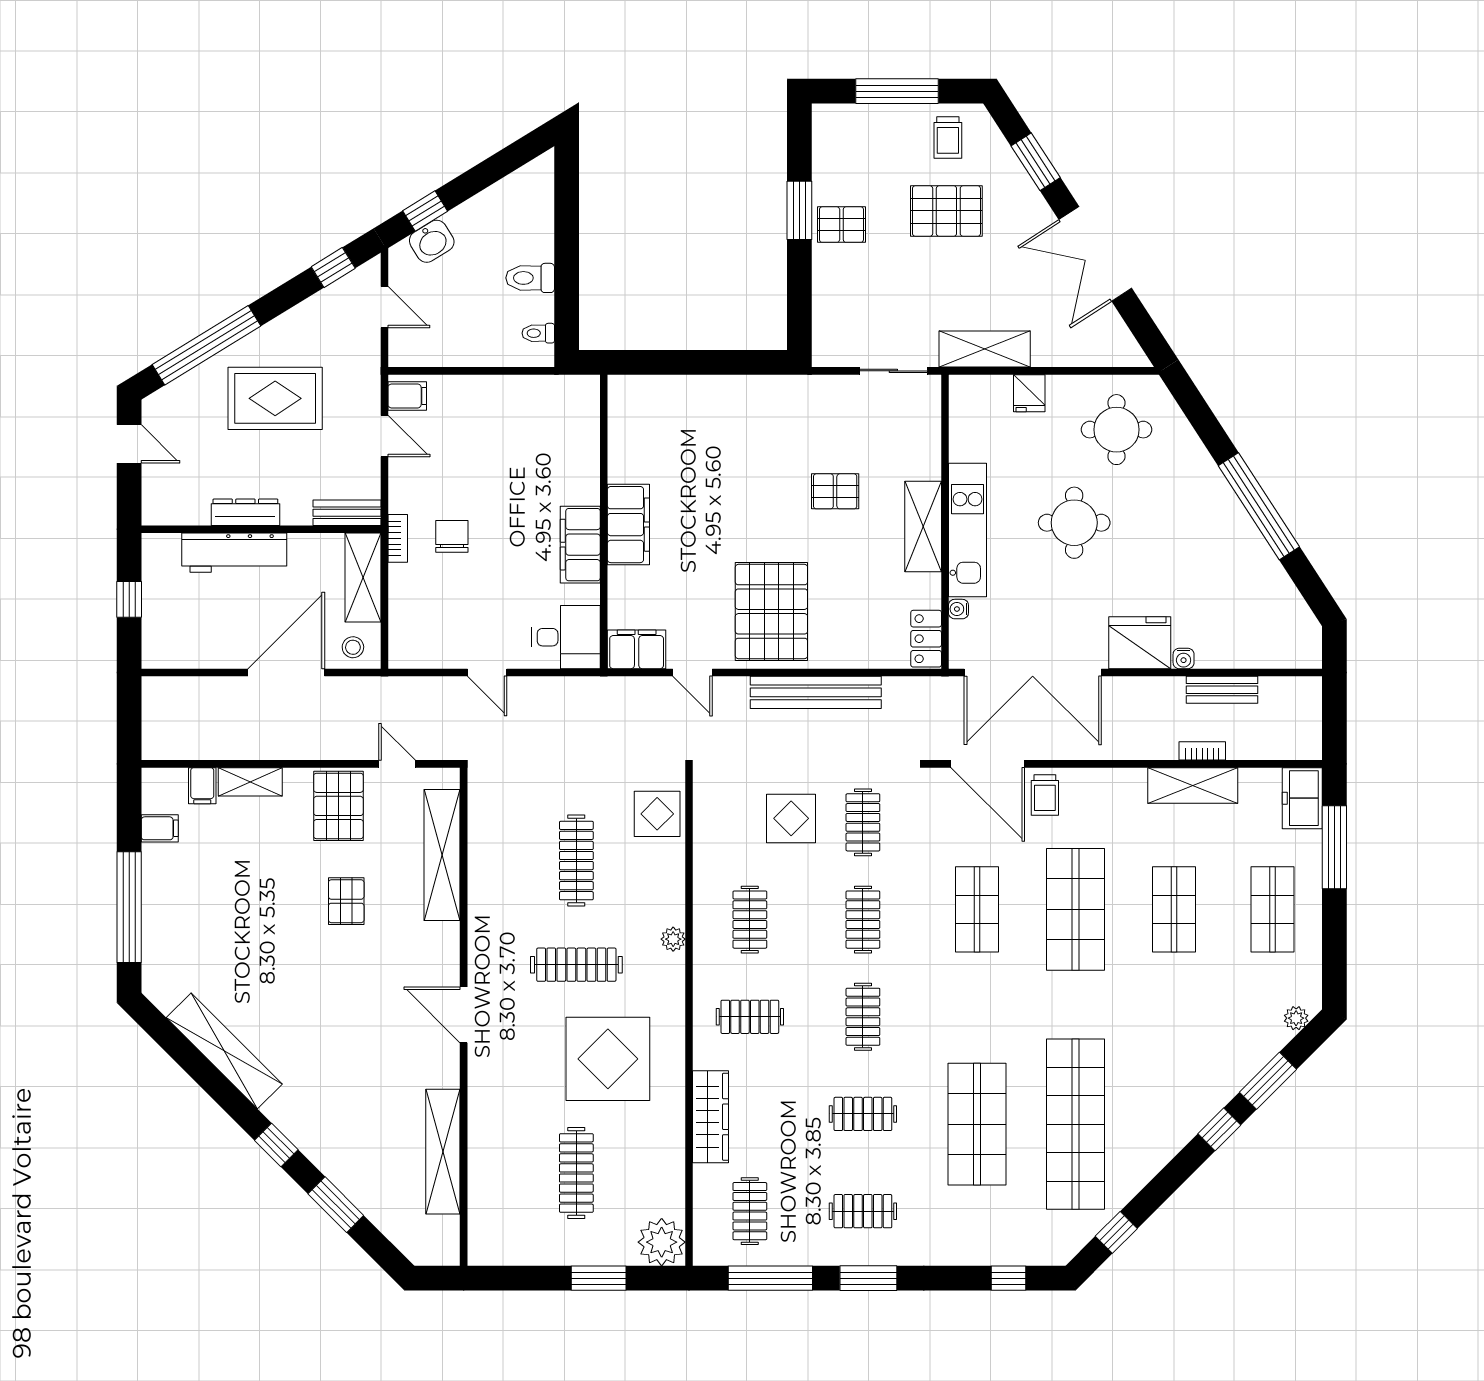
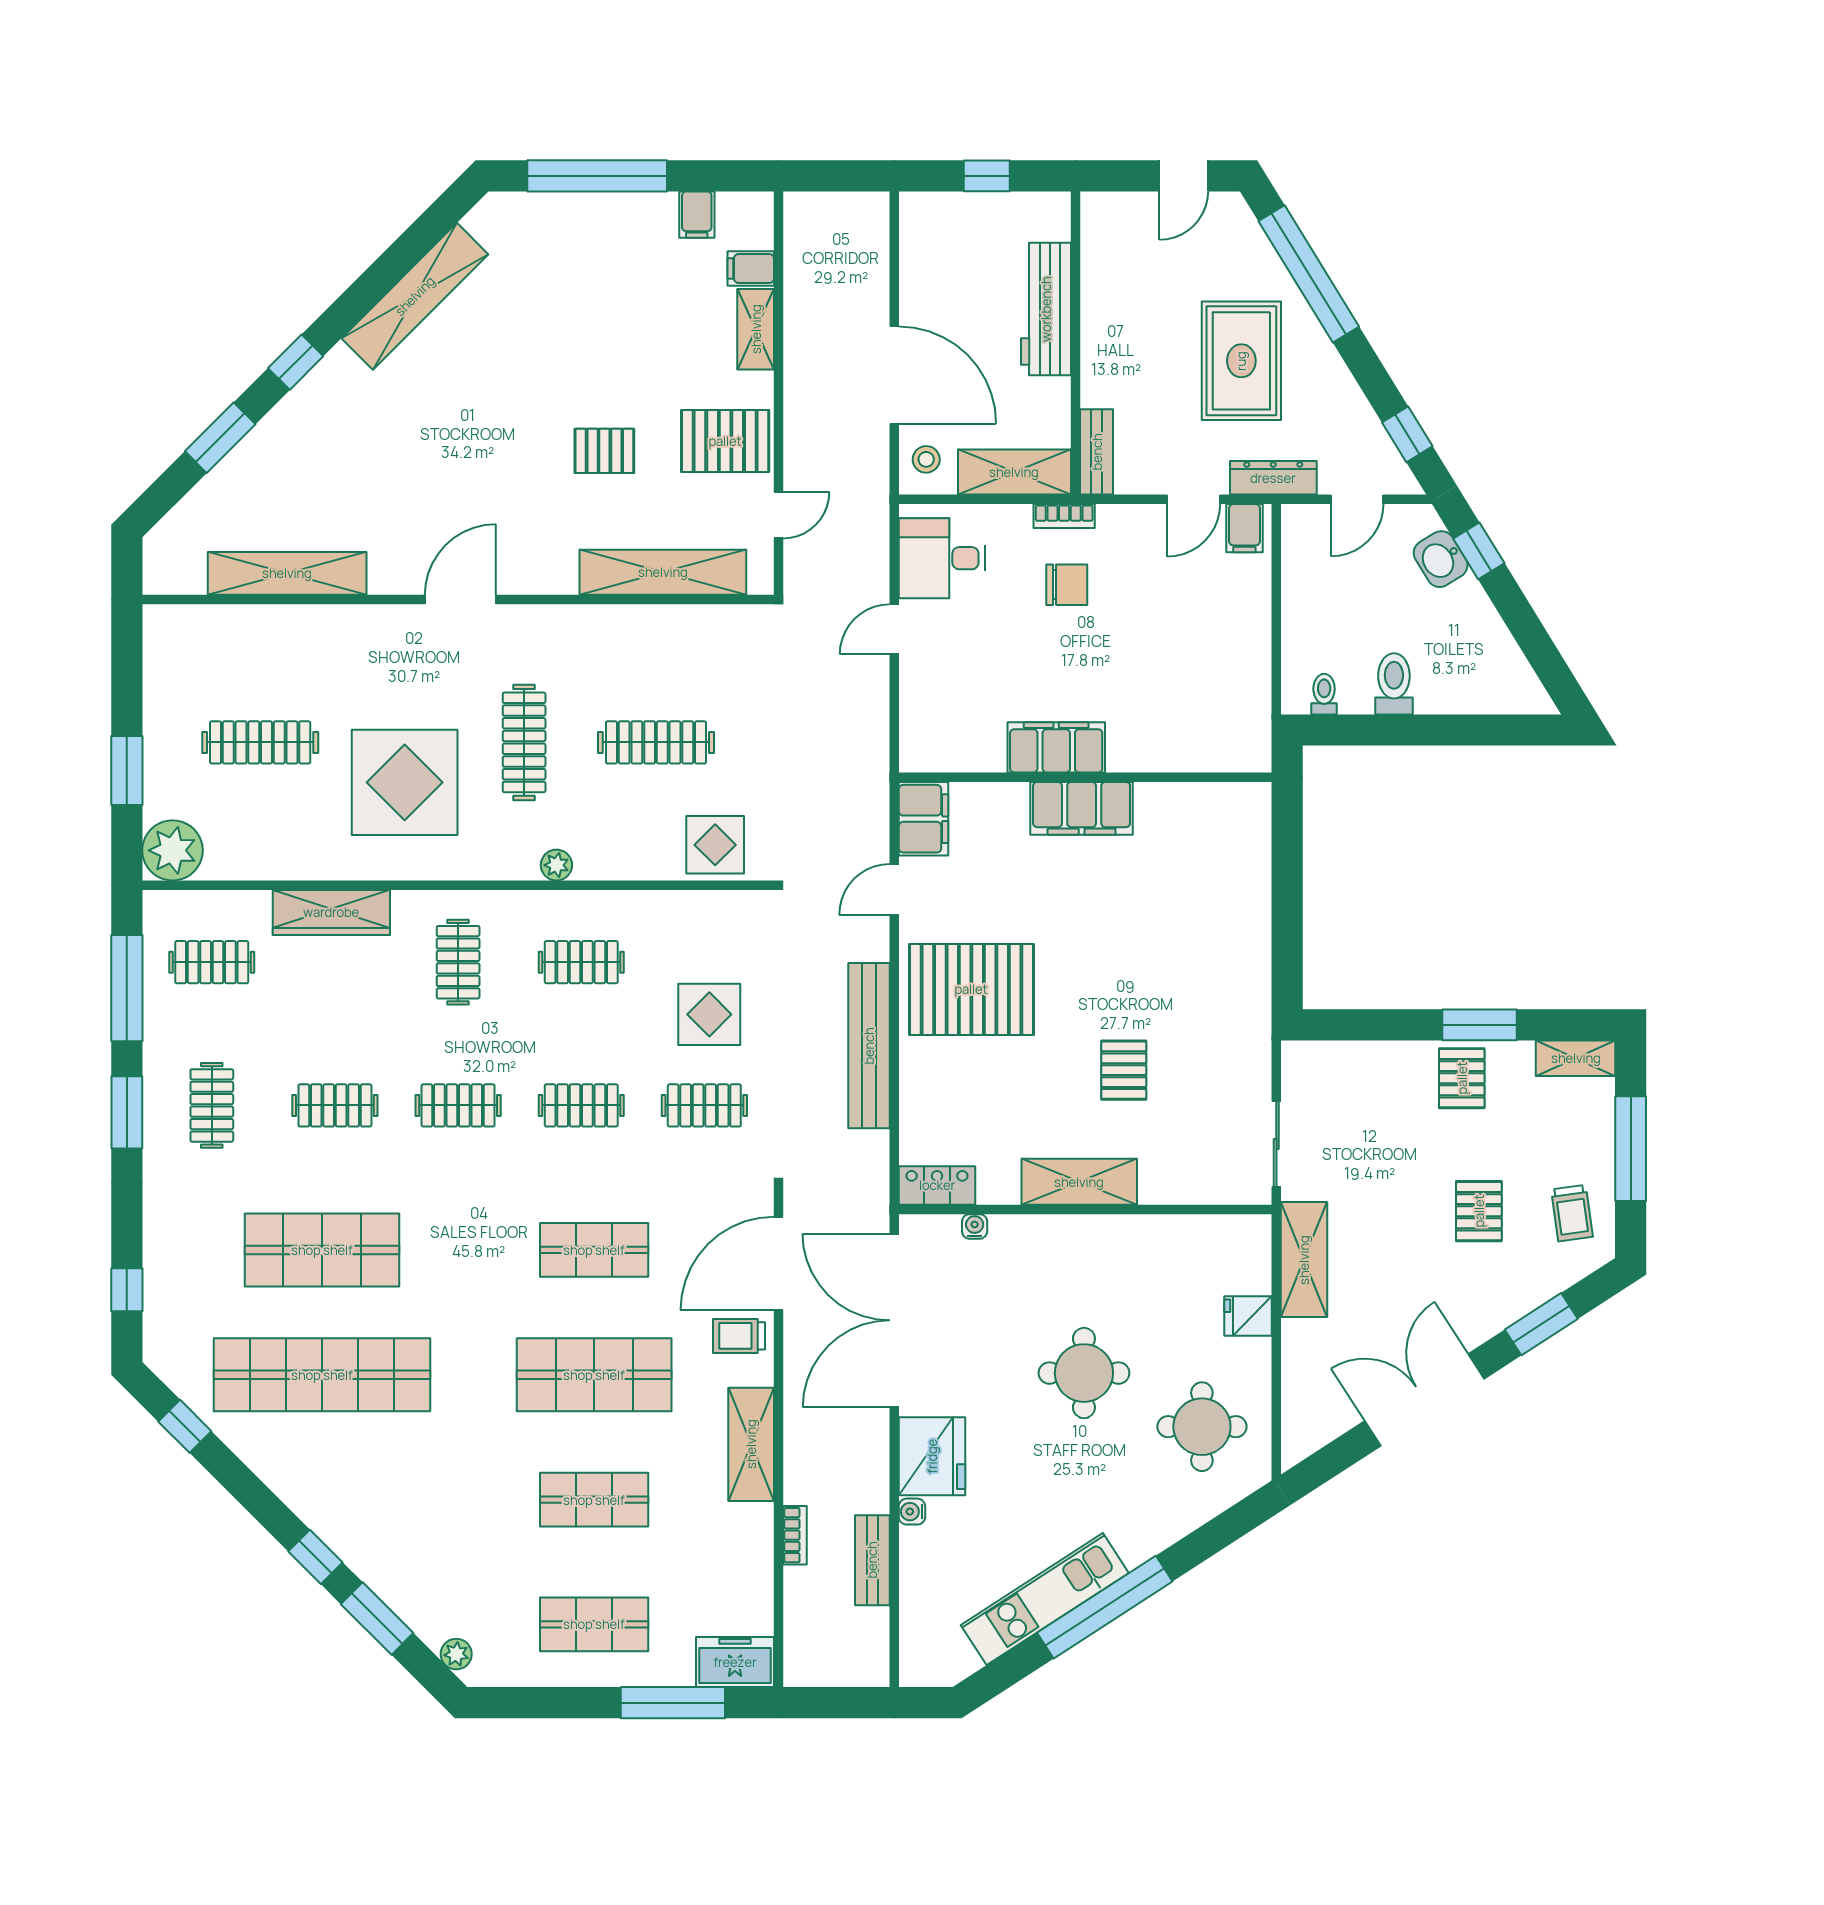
shelving: (826, 135) -> (1576, 1058), added
trolley: (948, 137) -> (1572, 1213), turned -98
pallet: (946, 211) -> (1479, 1211), width x0.67, depth x0.71
dresser: (245, 512) -> (1273, 478), moved, turned -90
kitchen unit: (968, 530) -> (1045, 1599), moved, turned 147
desk: (566, 637) -> (942, 558), moved, turned 90
shelving: (1193, 785) -> (751, 1444), moved
clothes rail: (863, 1114) -> (335, 1105), turned 90

